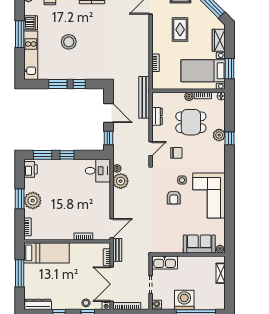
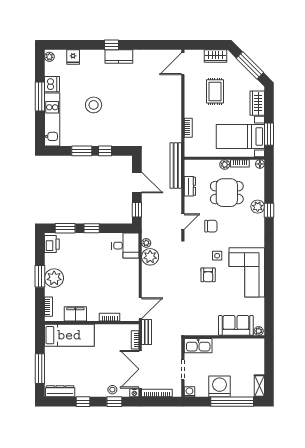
filing cabinet: (52, 233) -> (75, 314), added
window: (20, 273) -> (40, 369), moved
shelving: (221, 273) -> (259, 386), moved

